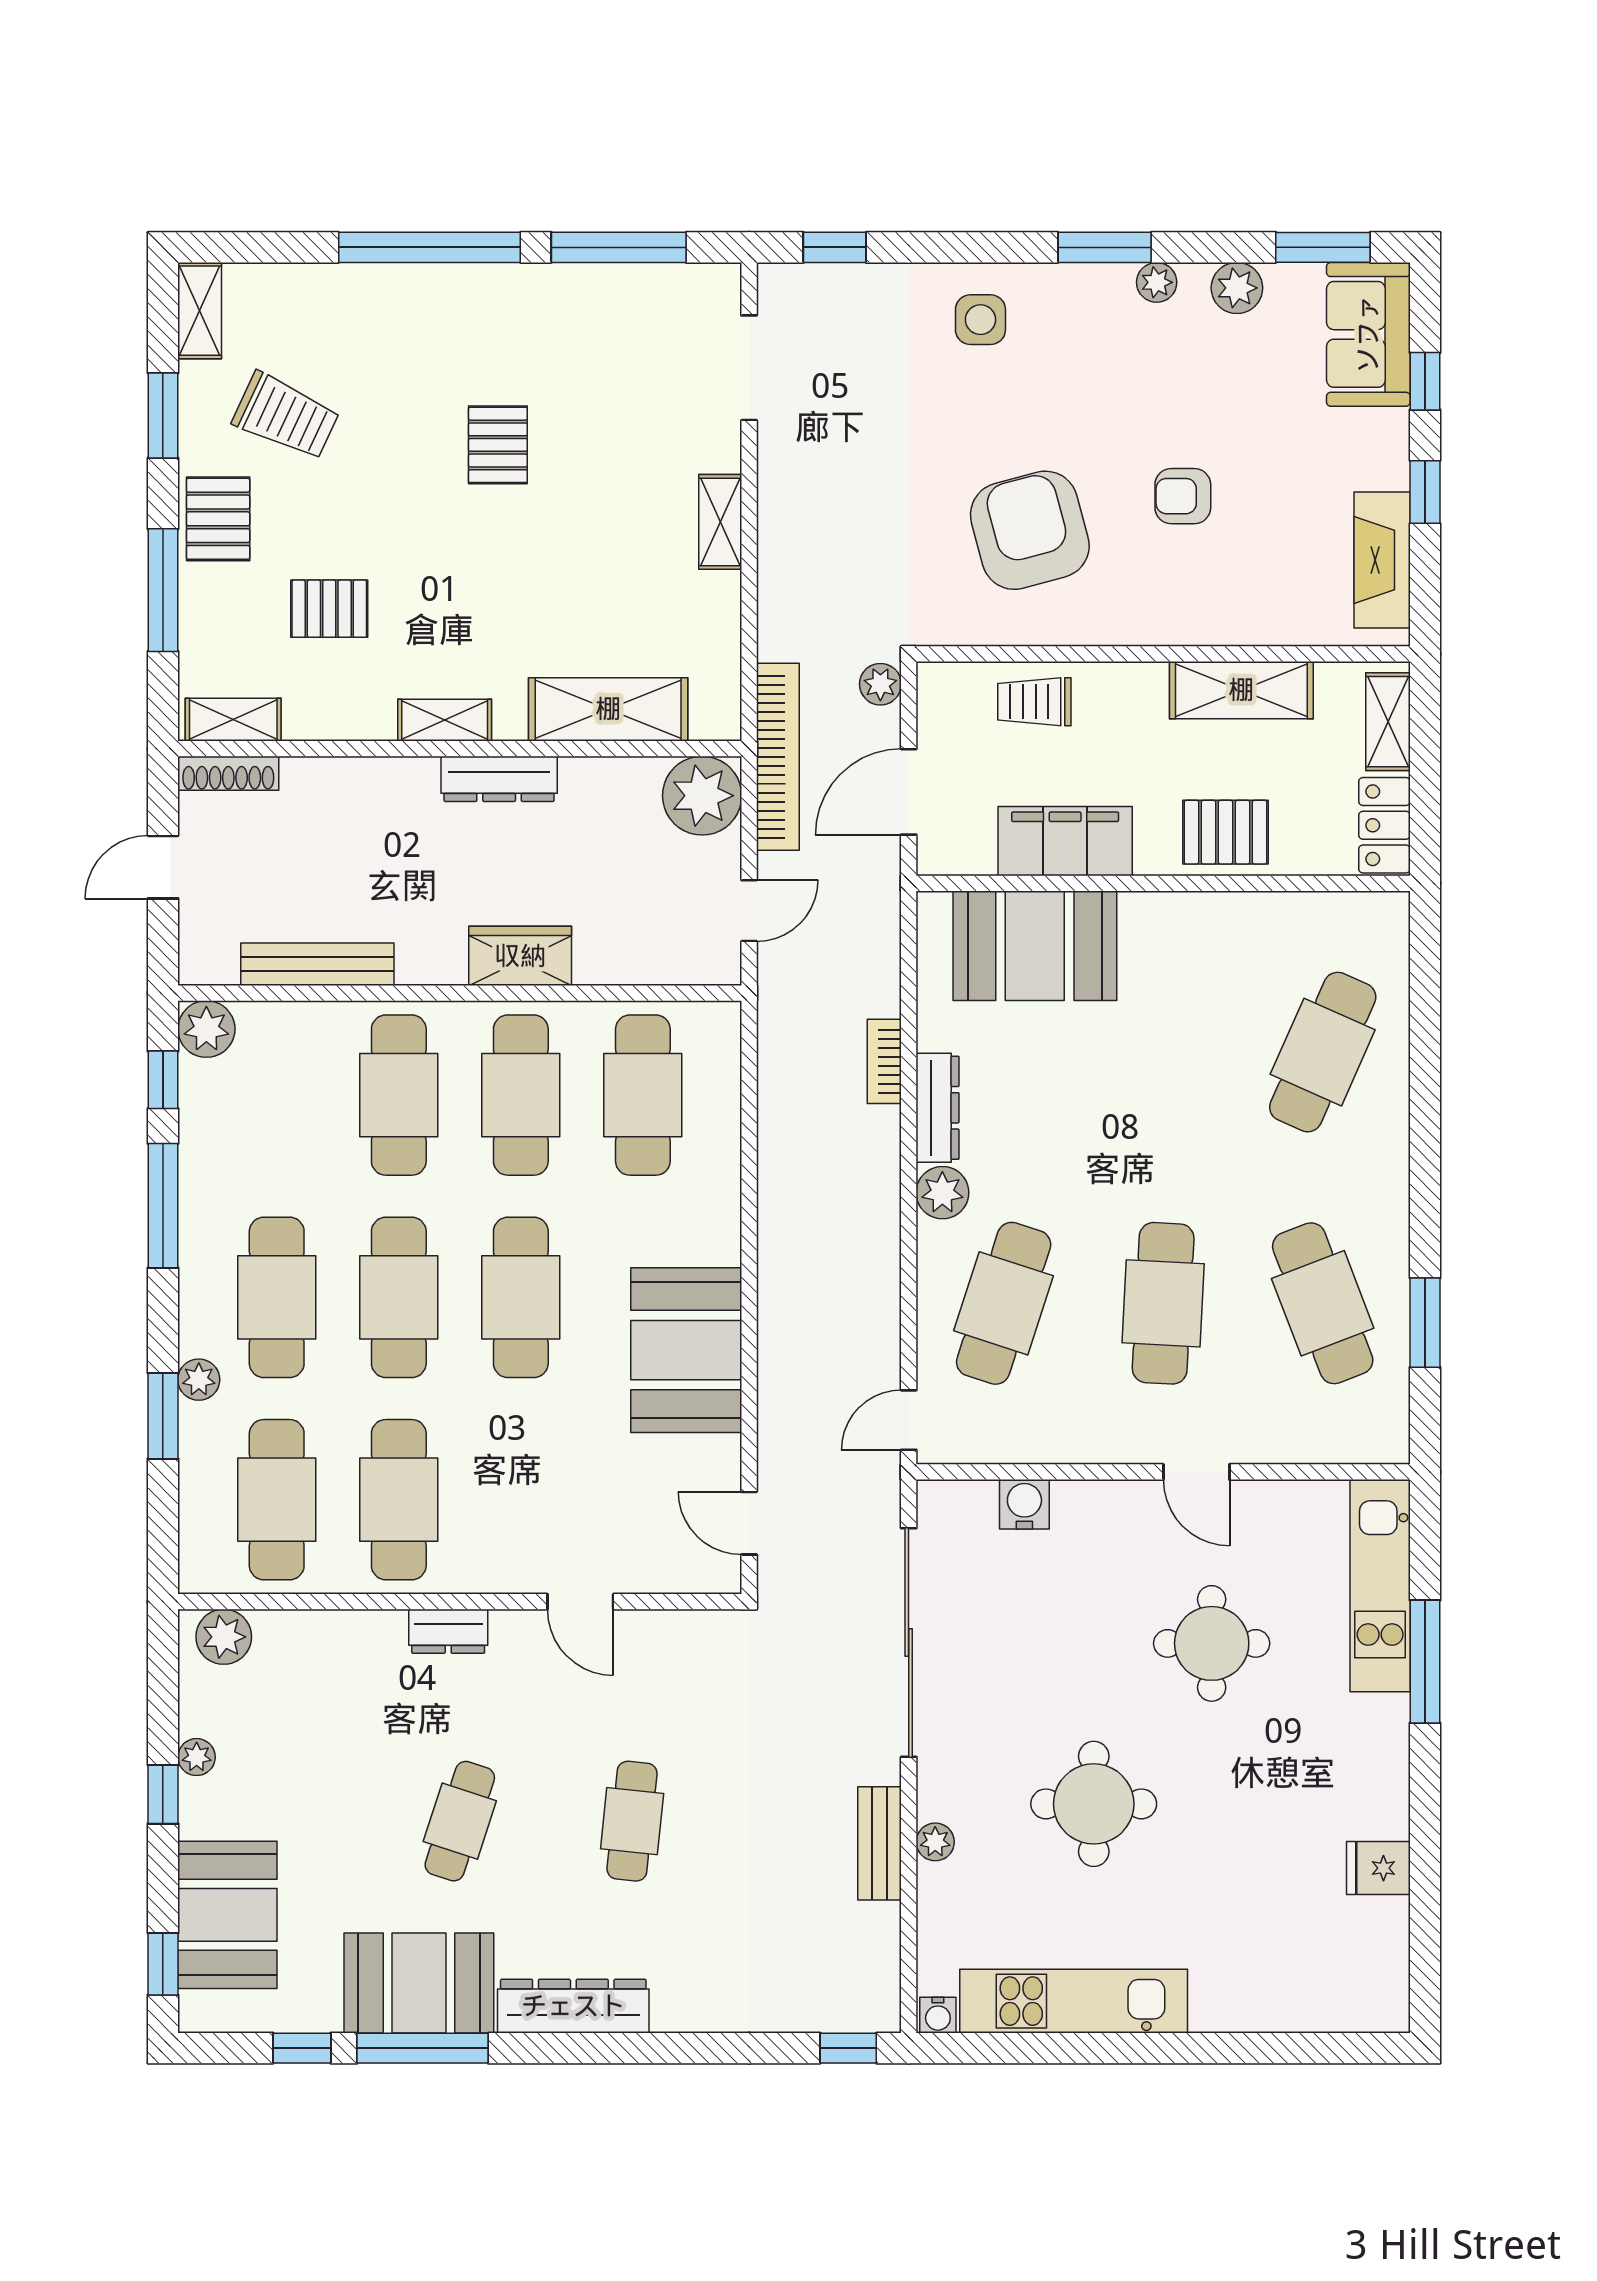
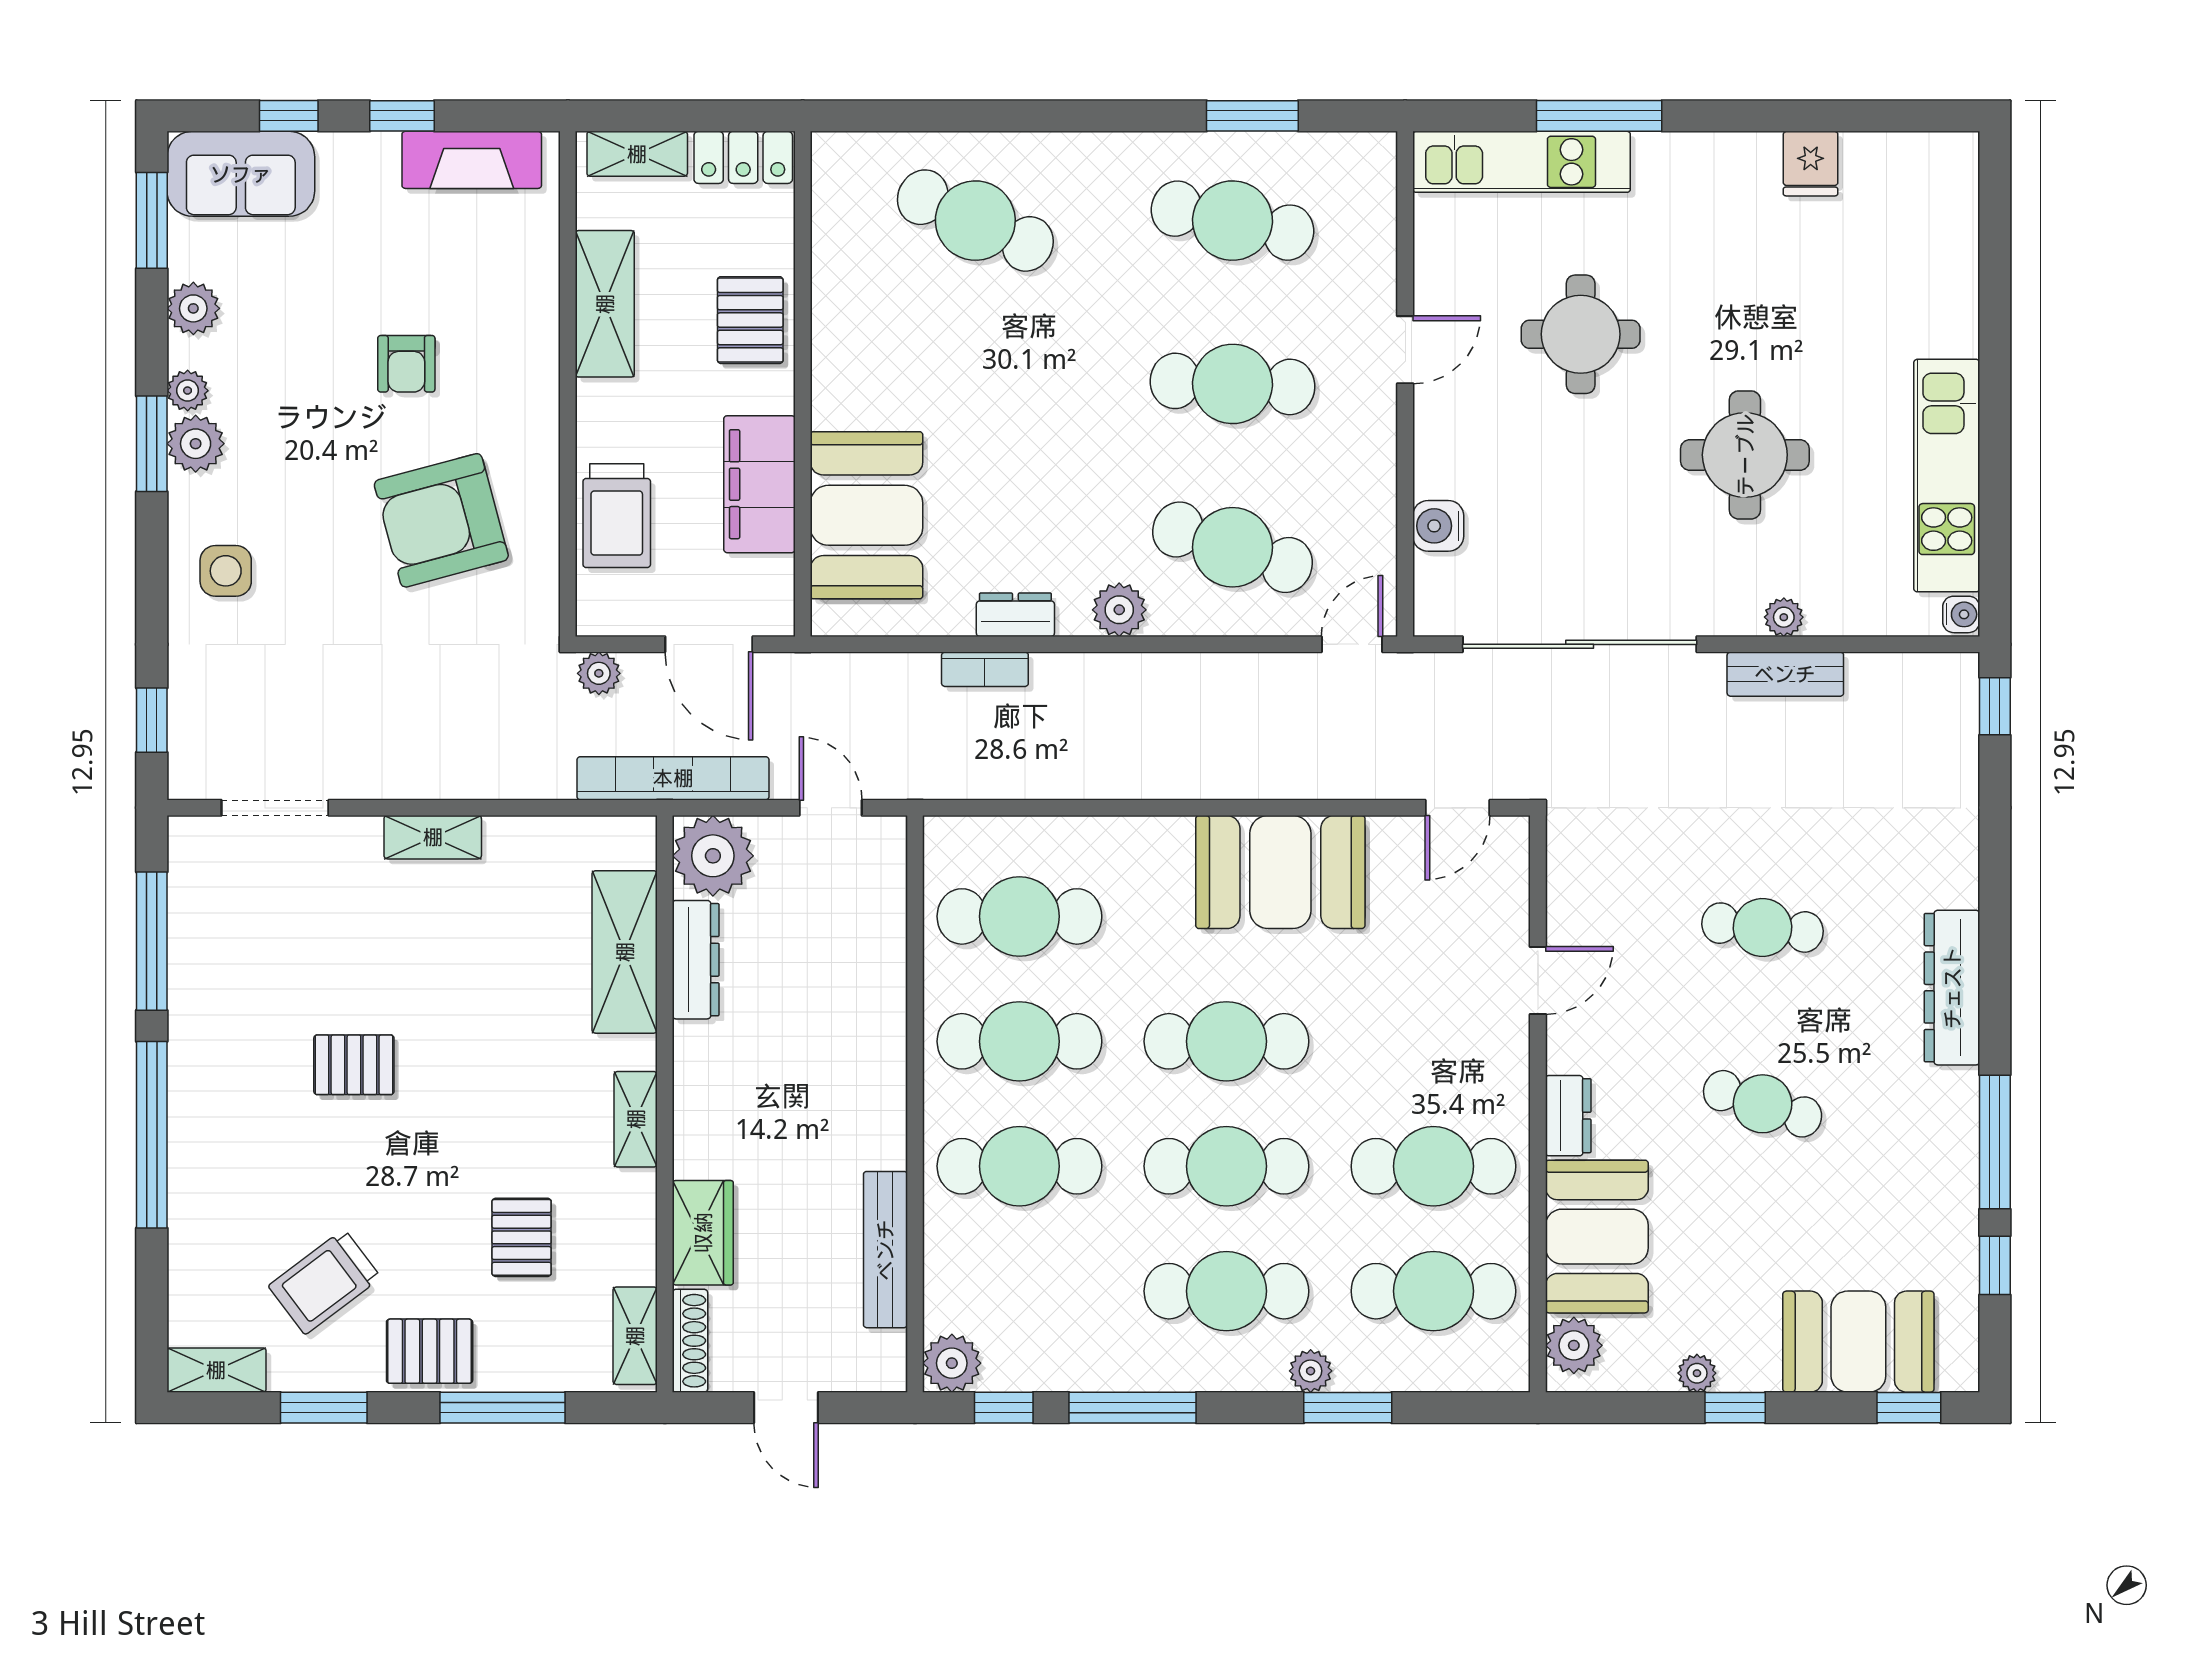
plant: (1105, 290) -> (196, 444), added
trolley: (286, 416) -> (325, 1282), turned -152
trolley: (1034, 702) -> (617, 516), width x1.36, depth x1.39
dresser: (499, 779) -> (696, 960), moved
wardrobe: (520, 956) -> (703, 1233), moved, turned 180
dresser: (938, 1108) -> (1015, 615), width x0.70
cafe table: (1323, 1303) -> (1232, 221), turned 33
door: (909, 1420) -> (1352, 644), swing flipped
booth: (419, 1983) -> (1597, 1237), moved

